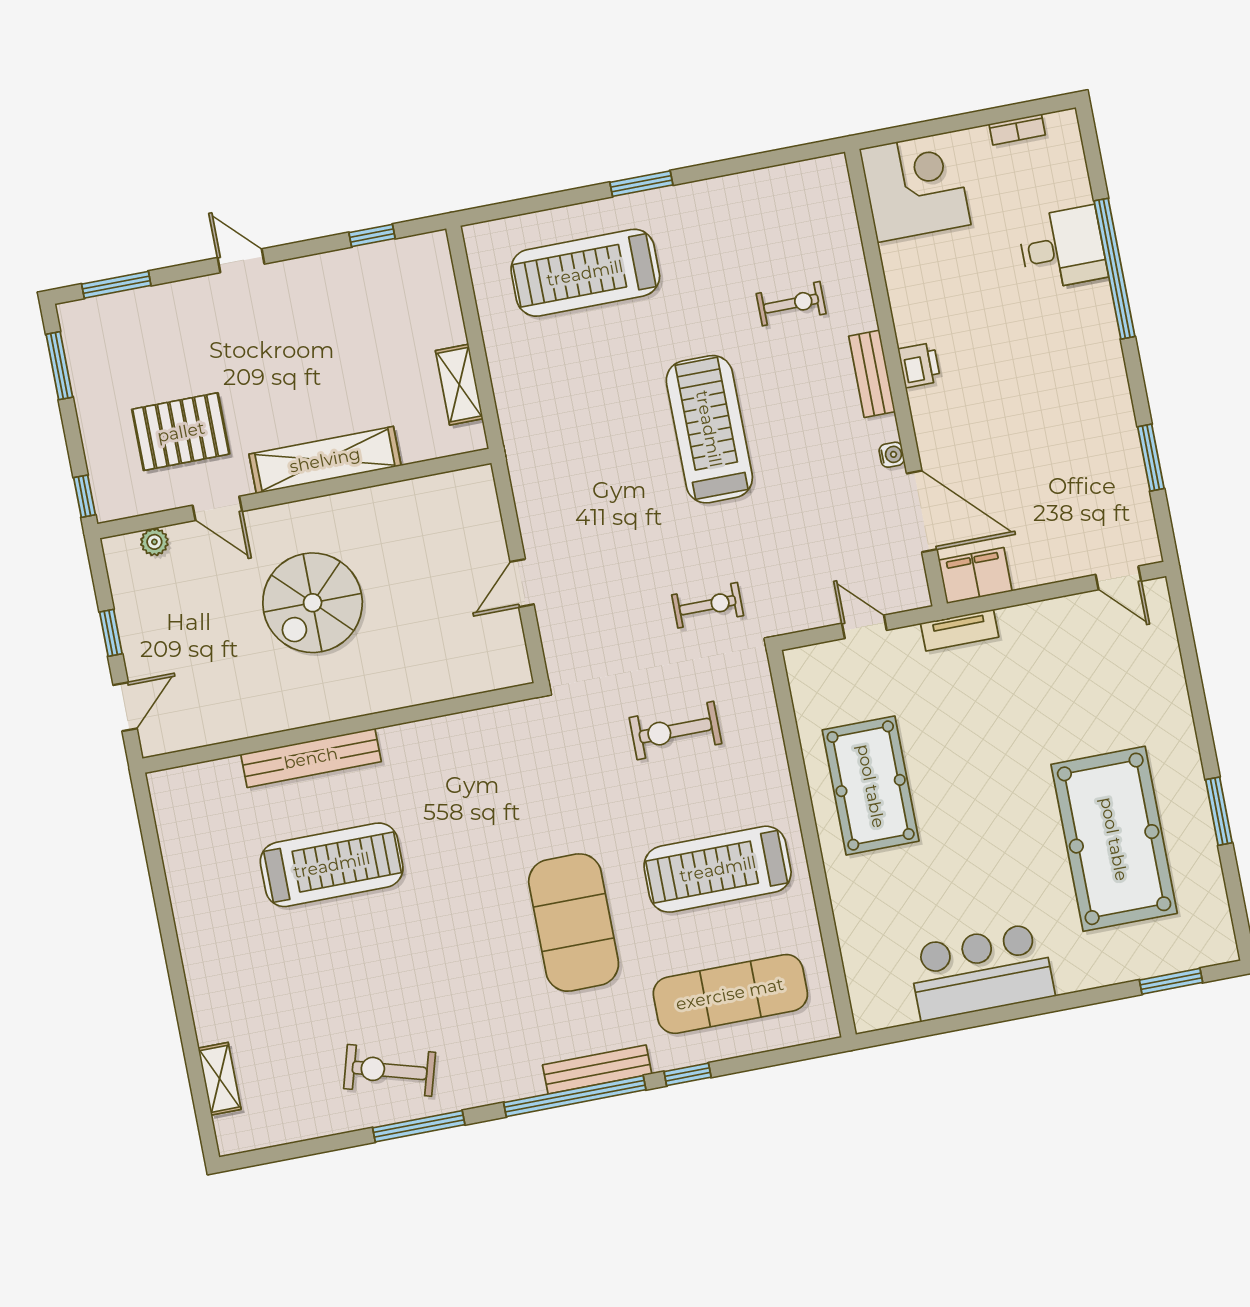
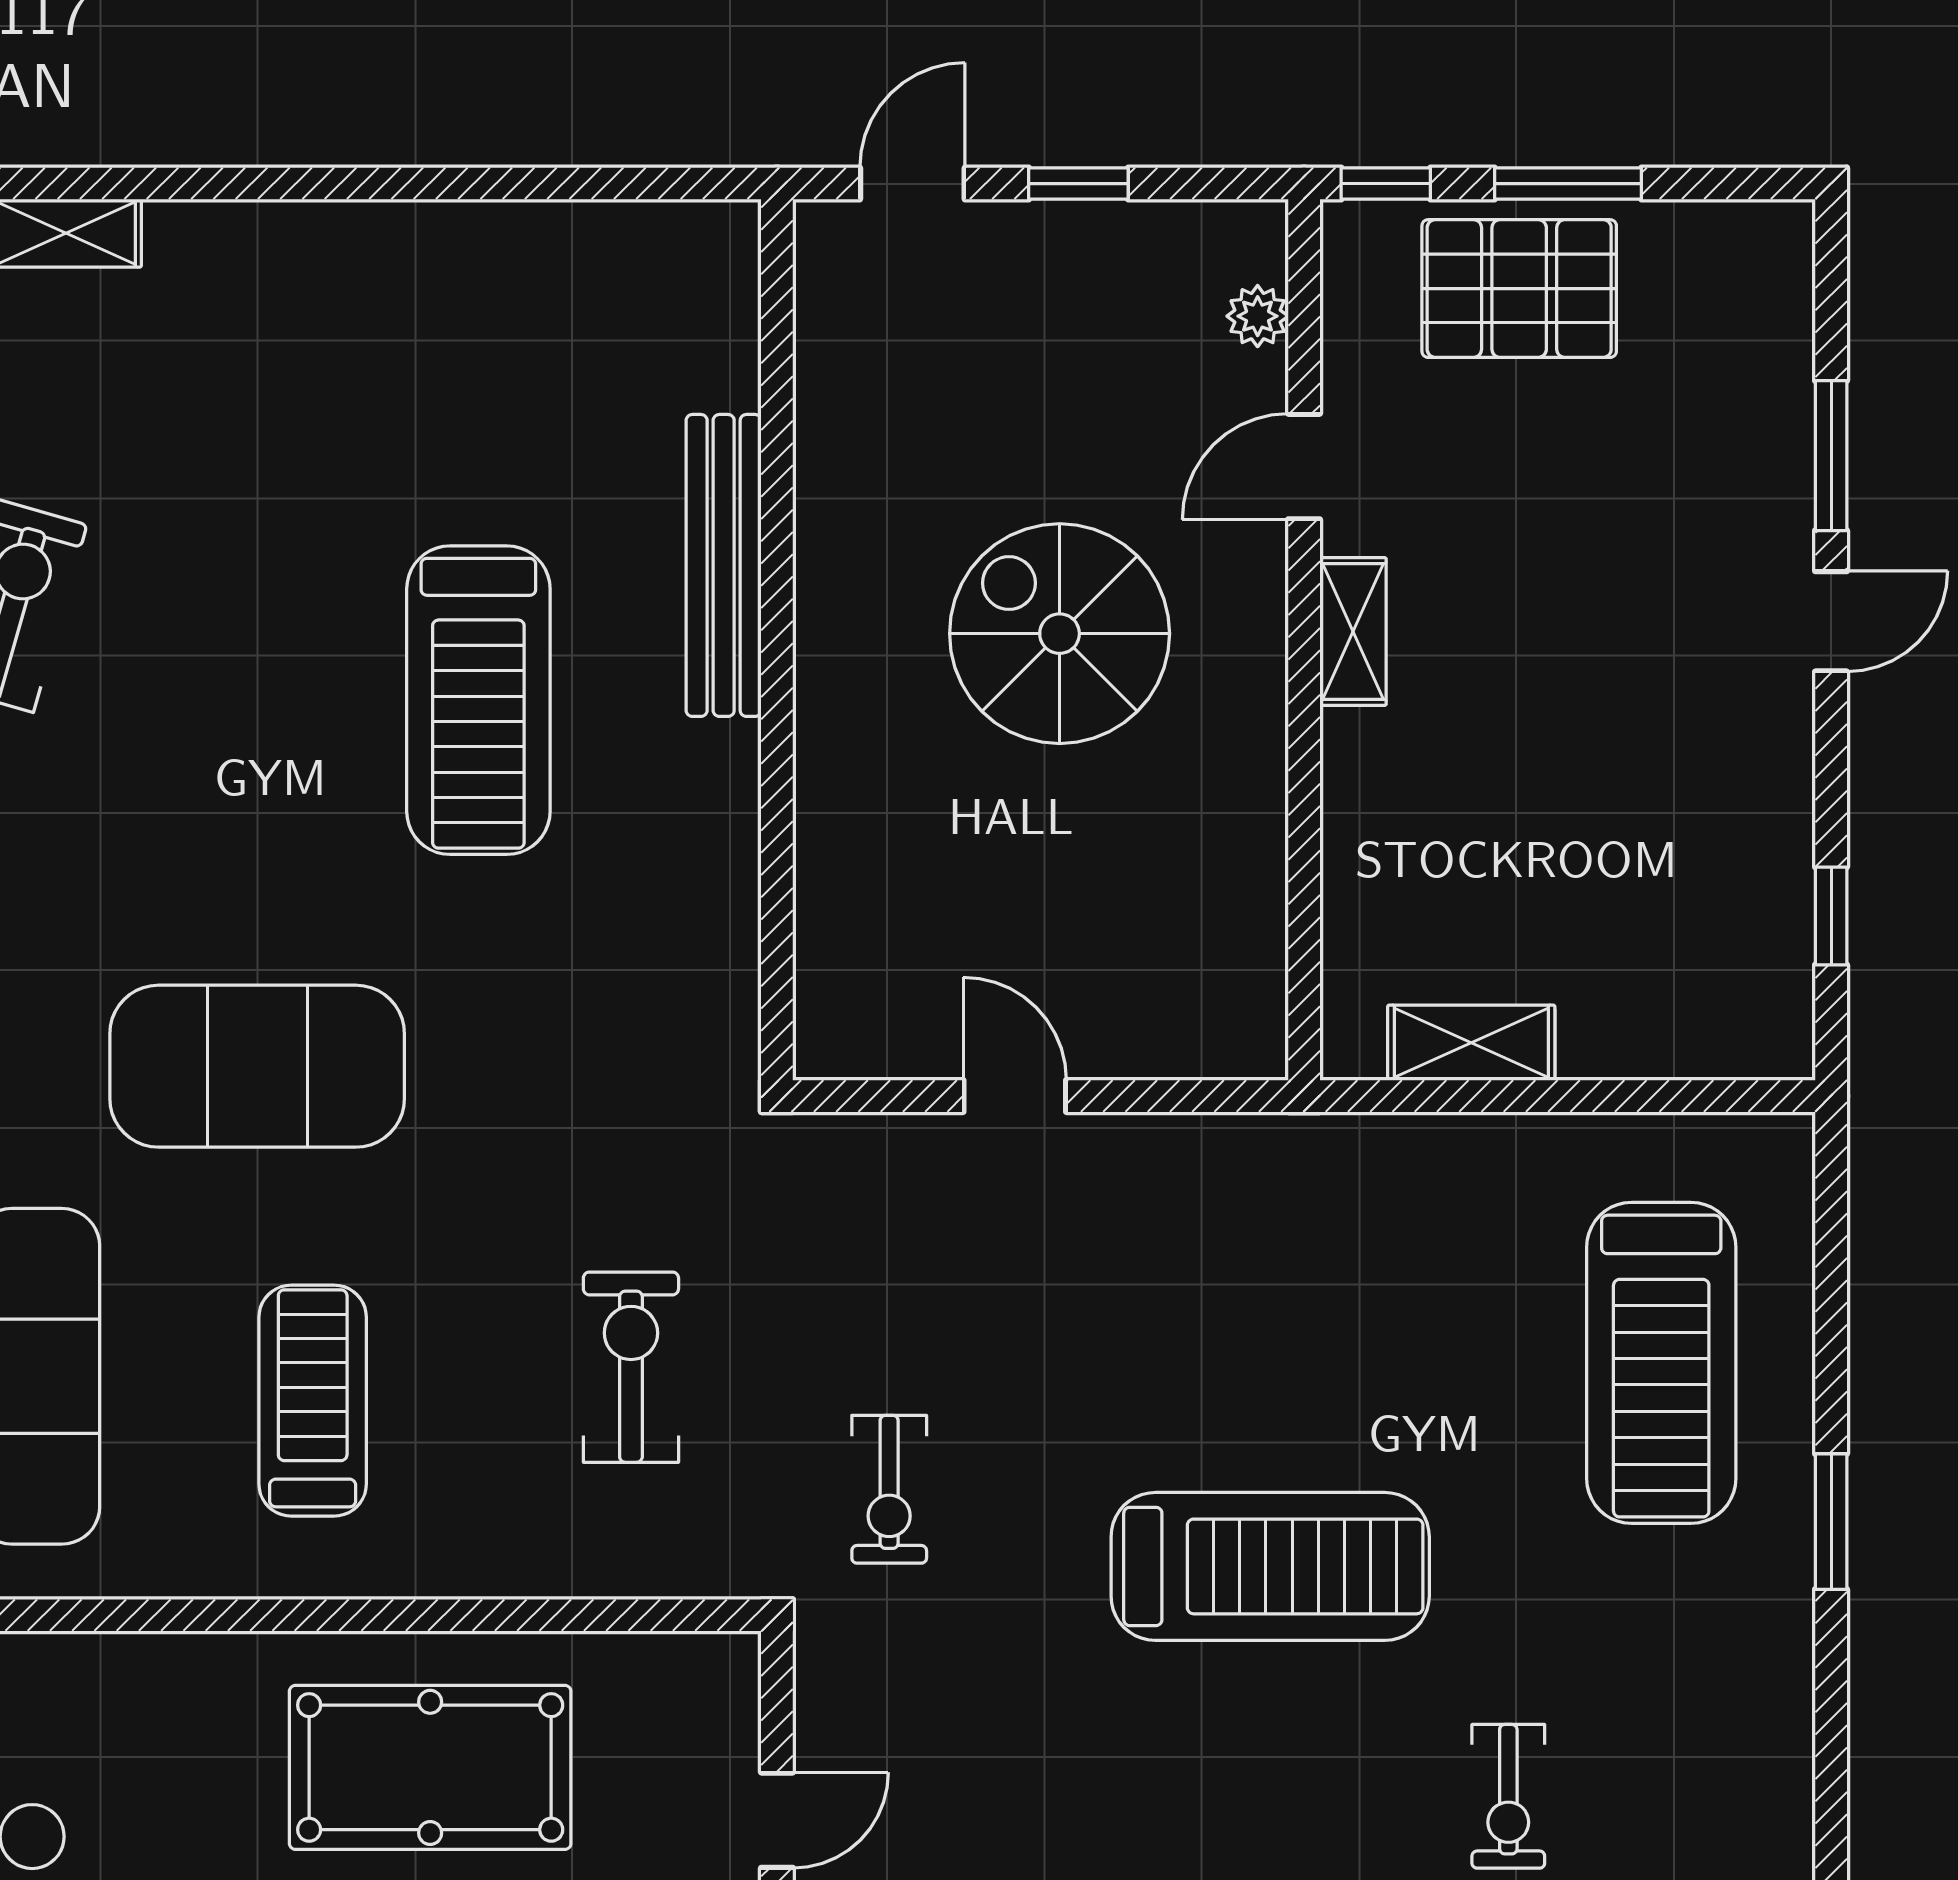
treadmill: (585, 273) -> (1661, 1363), turned 180
window: (116, 285) -> (1831, 456), moved
window: (59, 366) -> (1568, 184), moved
pallet: (181, 432) -> (1519, 289), moved, turned 90
shelving: (325, 460) -> (1353, 632), width x0.45, depth x0.75
door: (125, 707) -> (912, 184), swing flipped
treadmill: (332, 865) -> (478, 700), moved
treadmill: (718, 869) -> (313, 1401), width x0.73, depth x0.73

